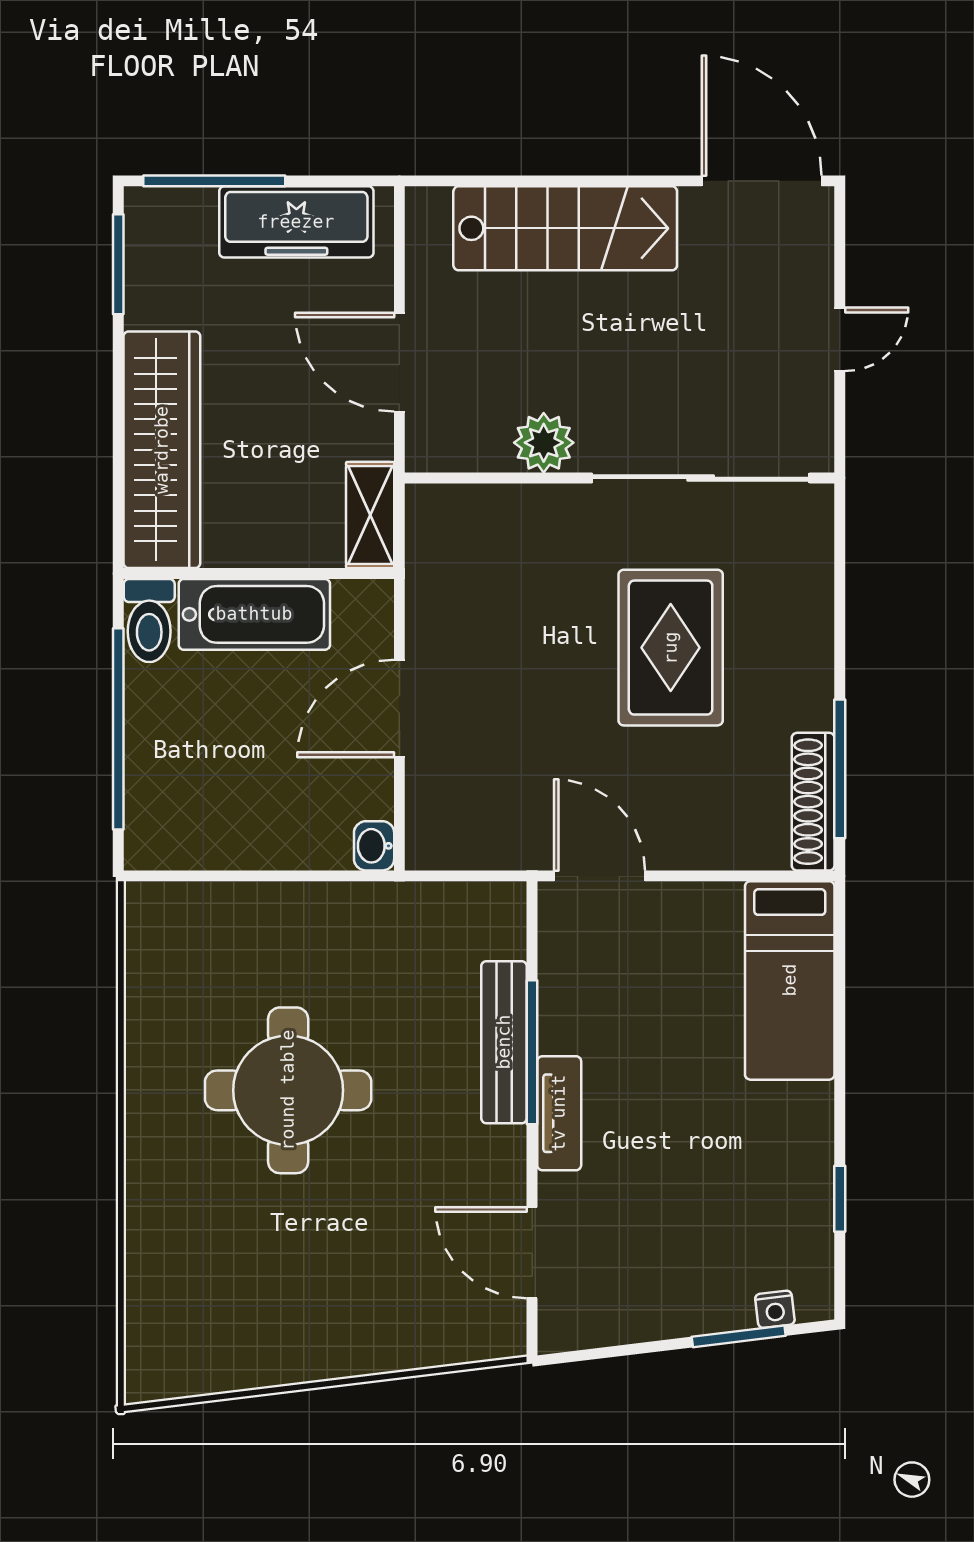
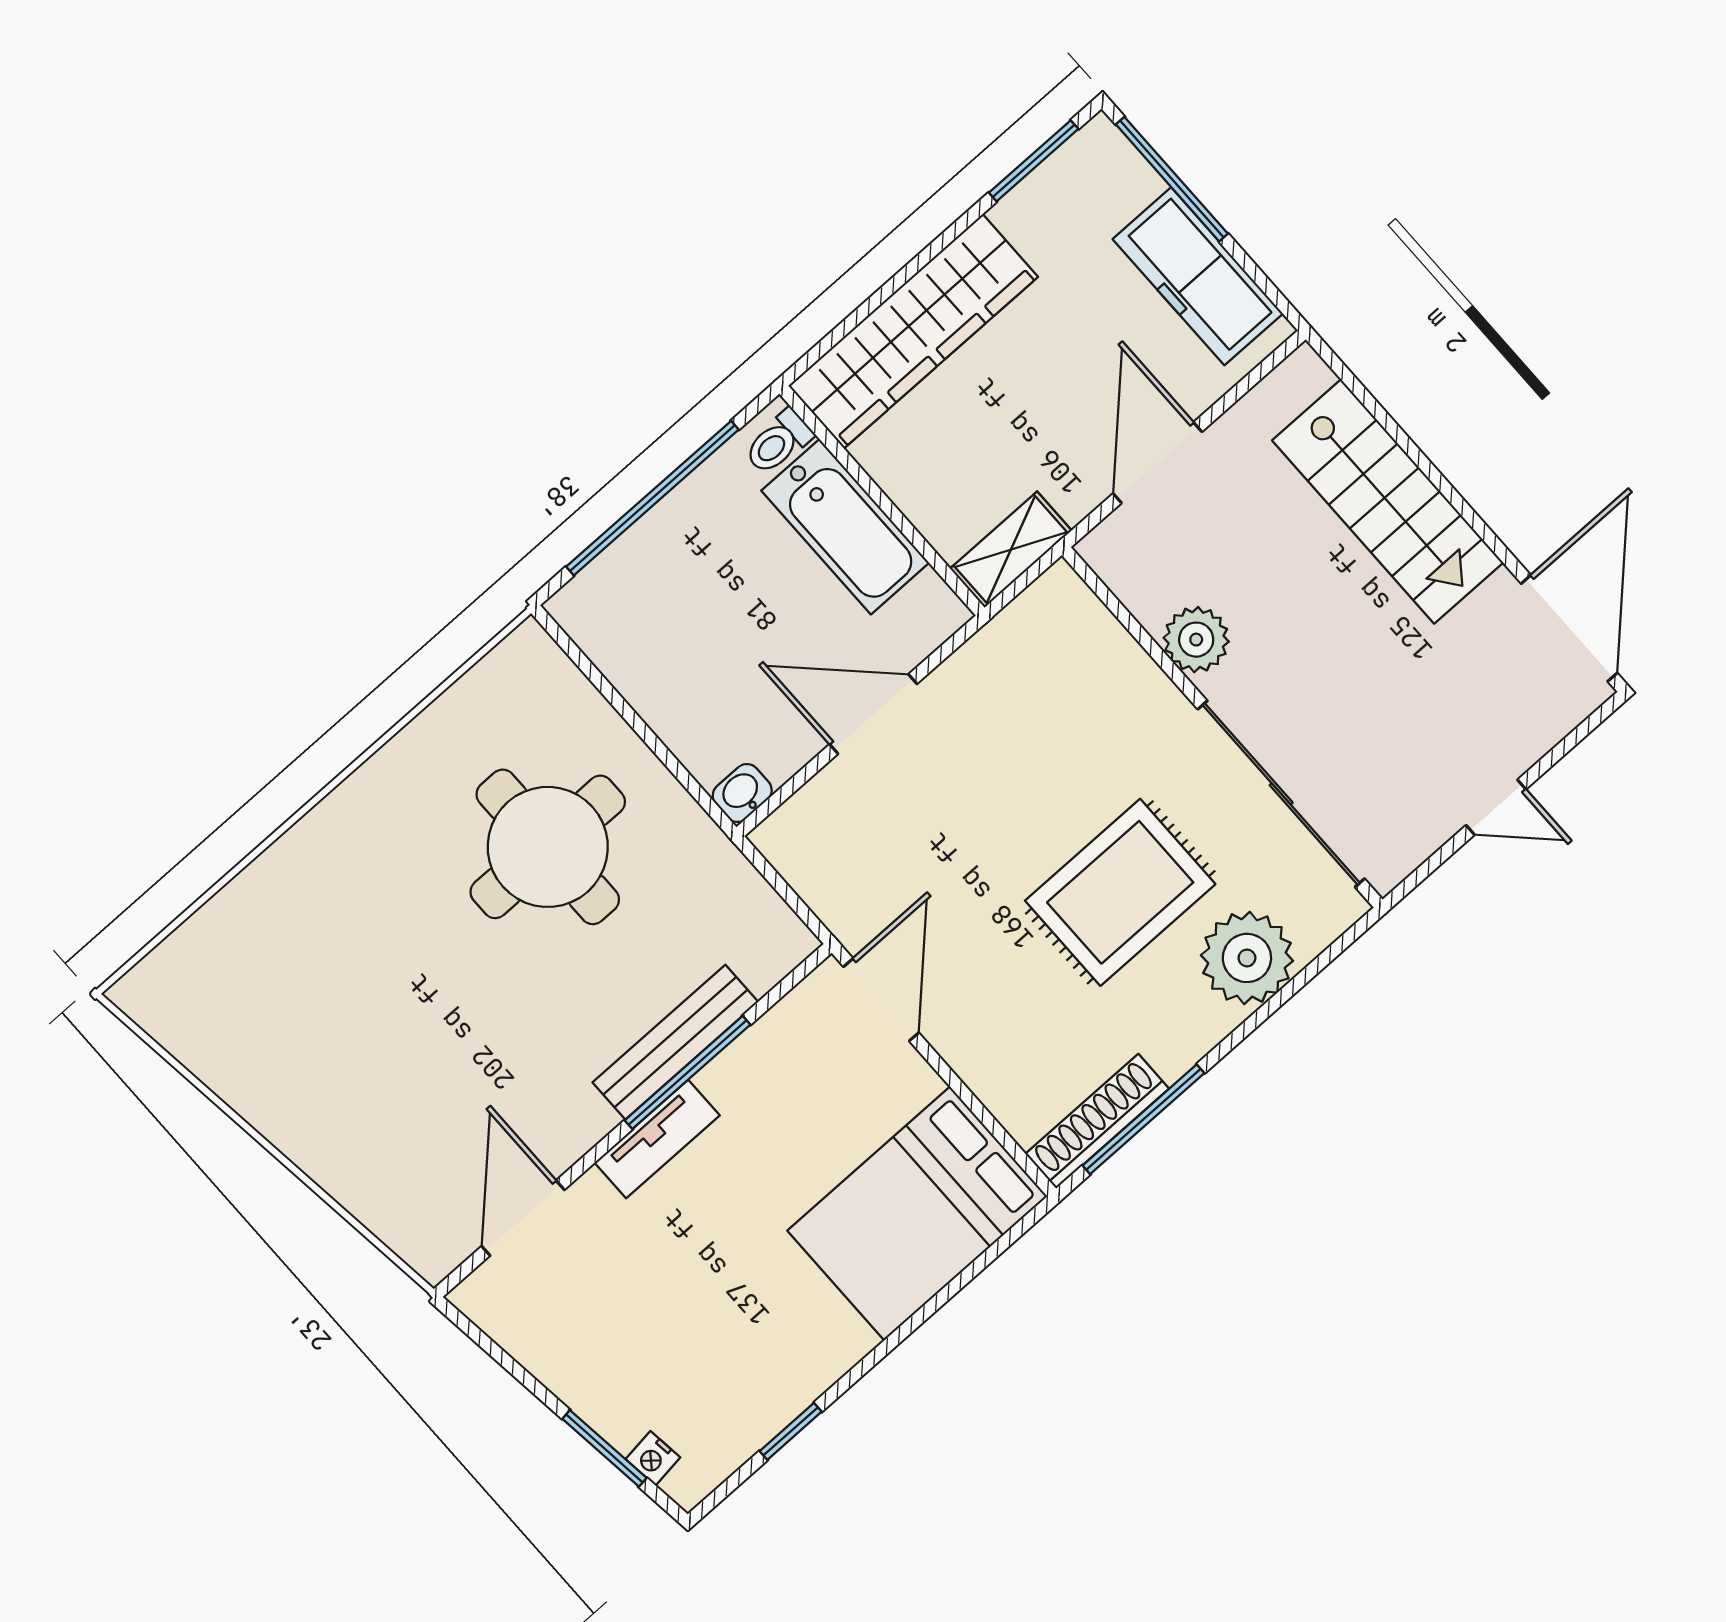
plant: (792, 601) -> (1247, 958), added
toilet: (149, 620) -> (778, 442), width x0.73, depth x0.72
bed: (790, 980) -> (917, 1214), width x1.50
round table: (288, 1090) -> (548, 847), moved

